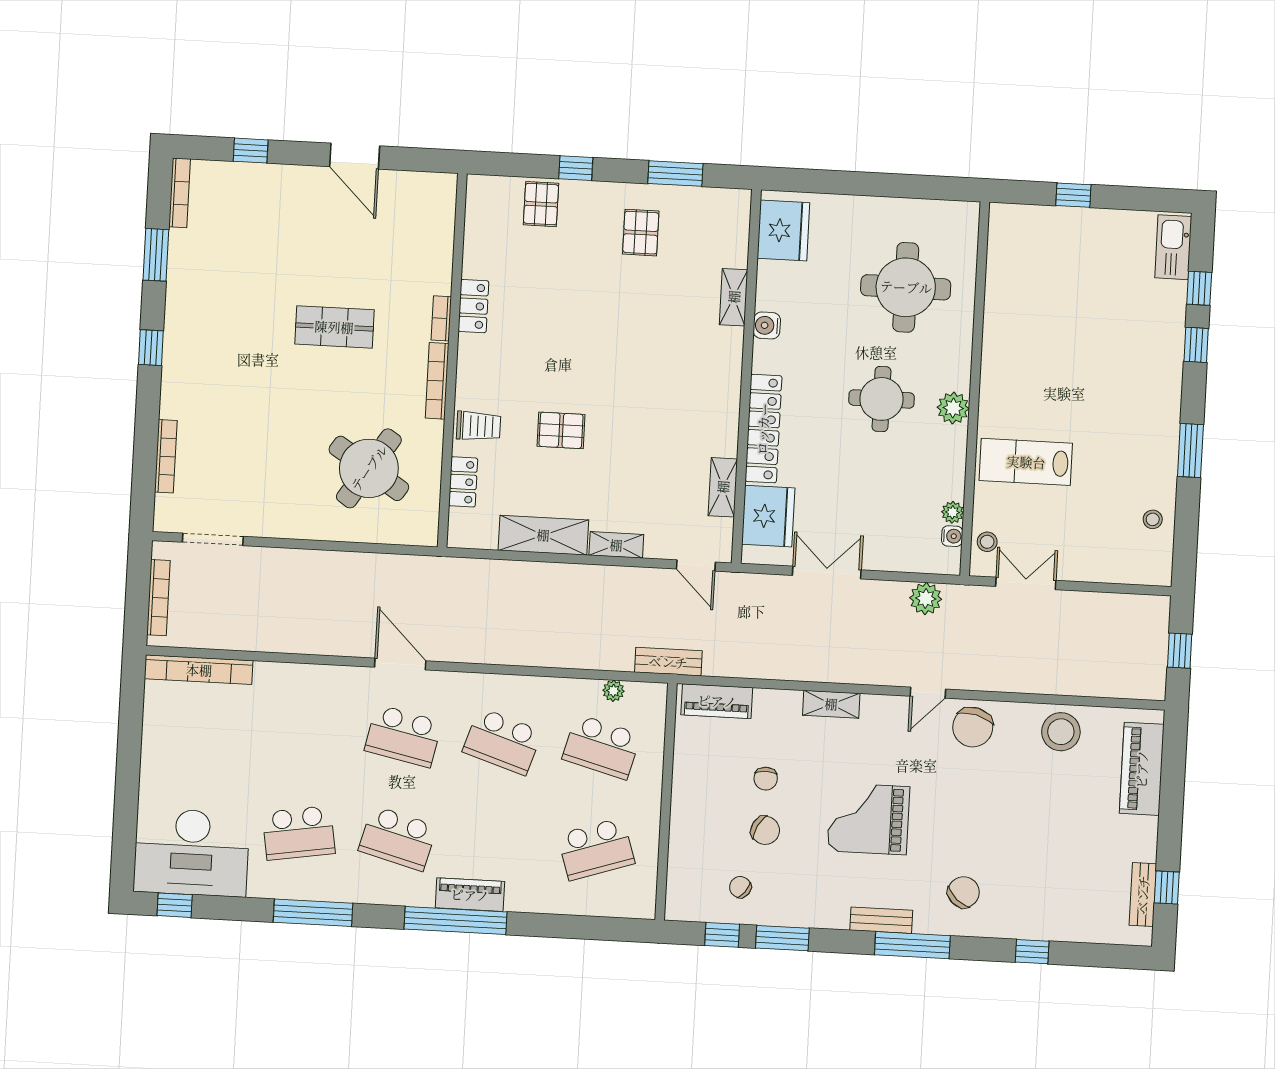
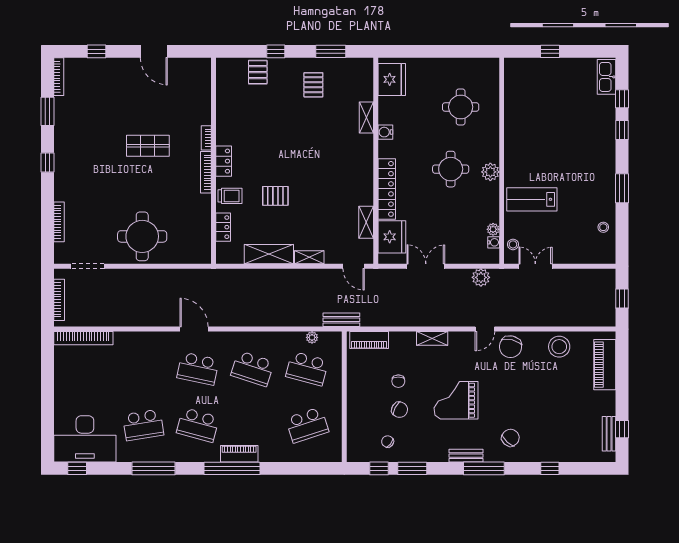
round table: (906, 287) -> (461, 107), width x0.73, depth x0.73
locker: (473, 306) -> (224, 161), moved
round table: (369, 468) -> (142, 236), moved, turned -33

